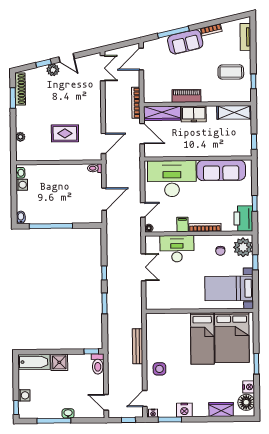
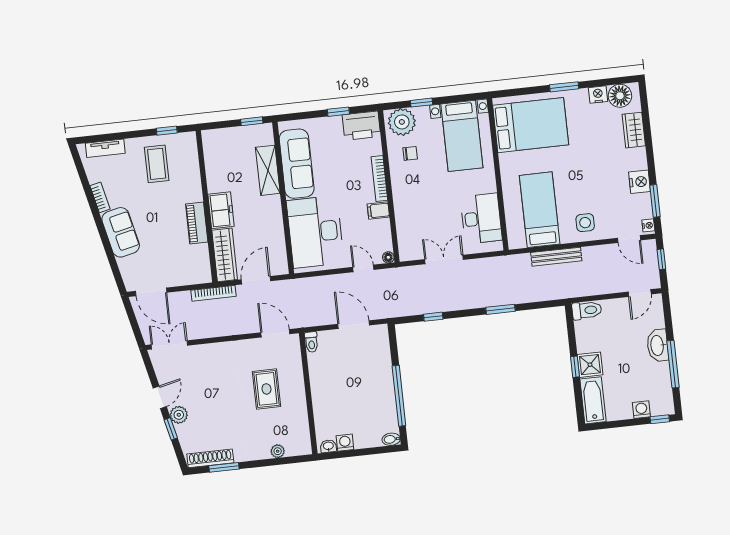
window: (173, 32) -> (109, 250), removed
shelving: (234, 112) -> (268, 170), moved
desk: (177, 249) -> (481, 218), moved, turned 180
window: (104, 273) -> (433, 317), moved
bed: (202, 338) -> (540, 210), moved, turned -90
window: (91, 351) -> (575, 367), moved
washbasin: (68, 413) -> (658, 345), width x1.91, depth x1.45

